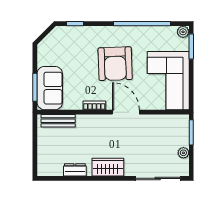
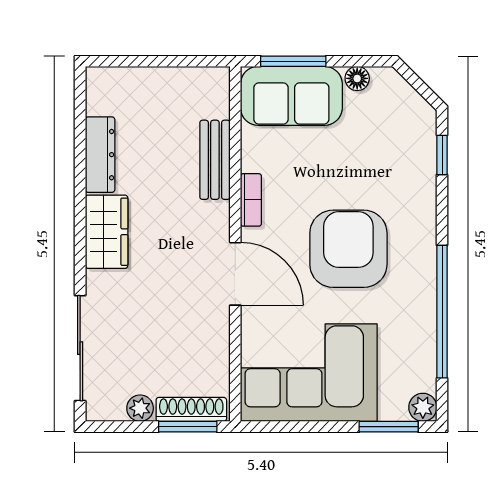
floor lamp: (42, 60) -> (357, 78), added
armchair: (115, 64) -> (348, 249), turned 92
door: (126, 112) -> (235, 274), hinge flipped
bench: (58, 121) -> (215, 160), moved
shoe rack: (184, 131) -> (191, 409), added
dresser: (75, 170) -> (100, 155), width x1.44

